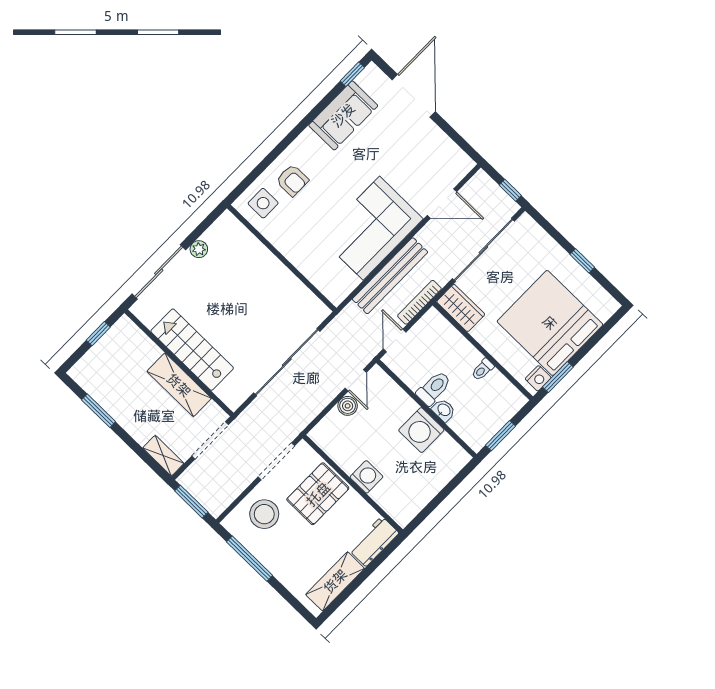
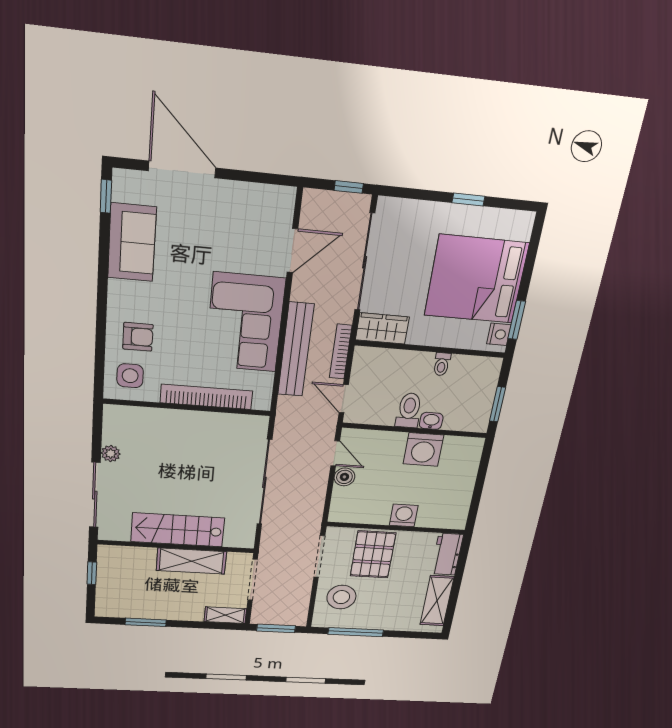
bookcase: (301, 261) -> (206, 397), added

